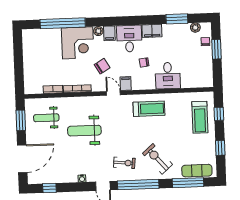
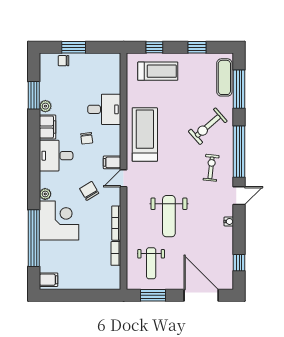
plant: (195, 28) -> (45, 106), moved
filing cabinet: (109, 33) -> (49, 280), moved
treadmill: (149, 109) -> (145, 134), width x1.37, depth x1.38

